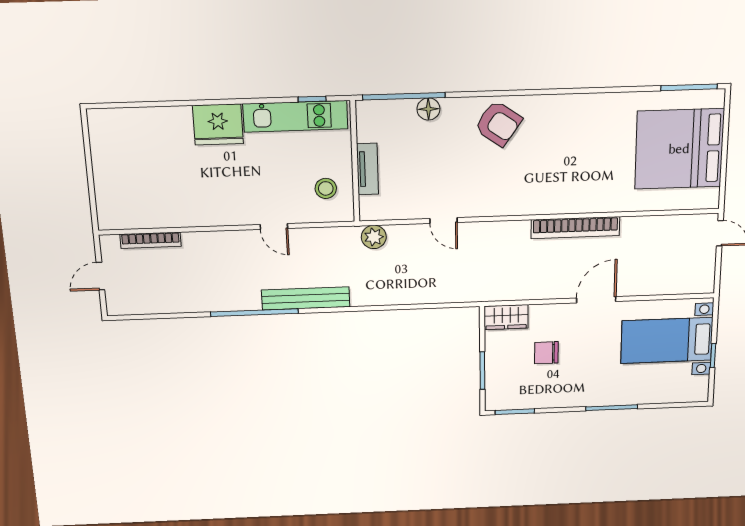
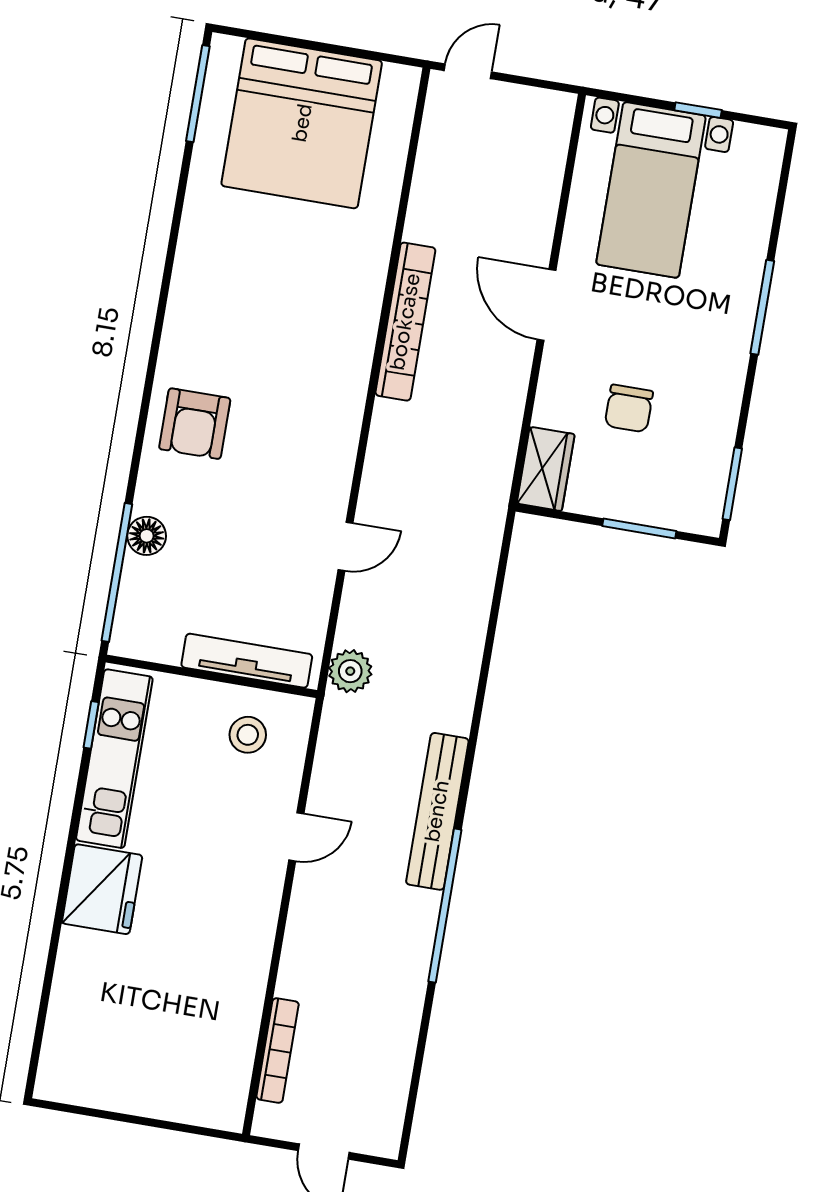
armchair: (498, 123) -> (195, 424), turned 145
tv unit: (368, 169) -> (247, 661), width x1.41

